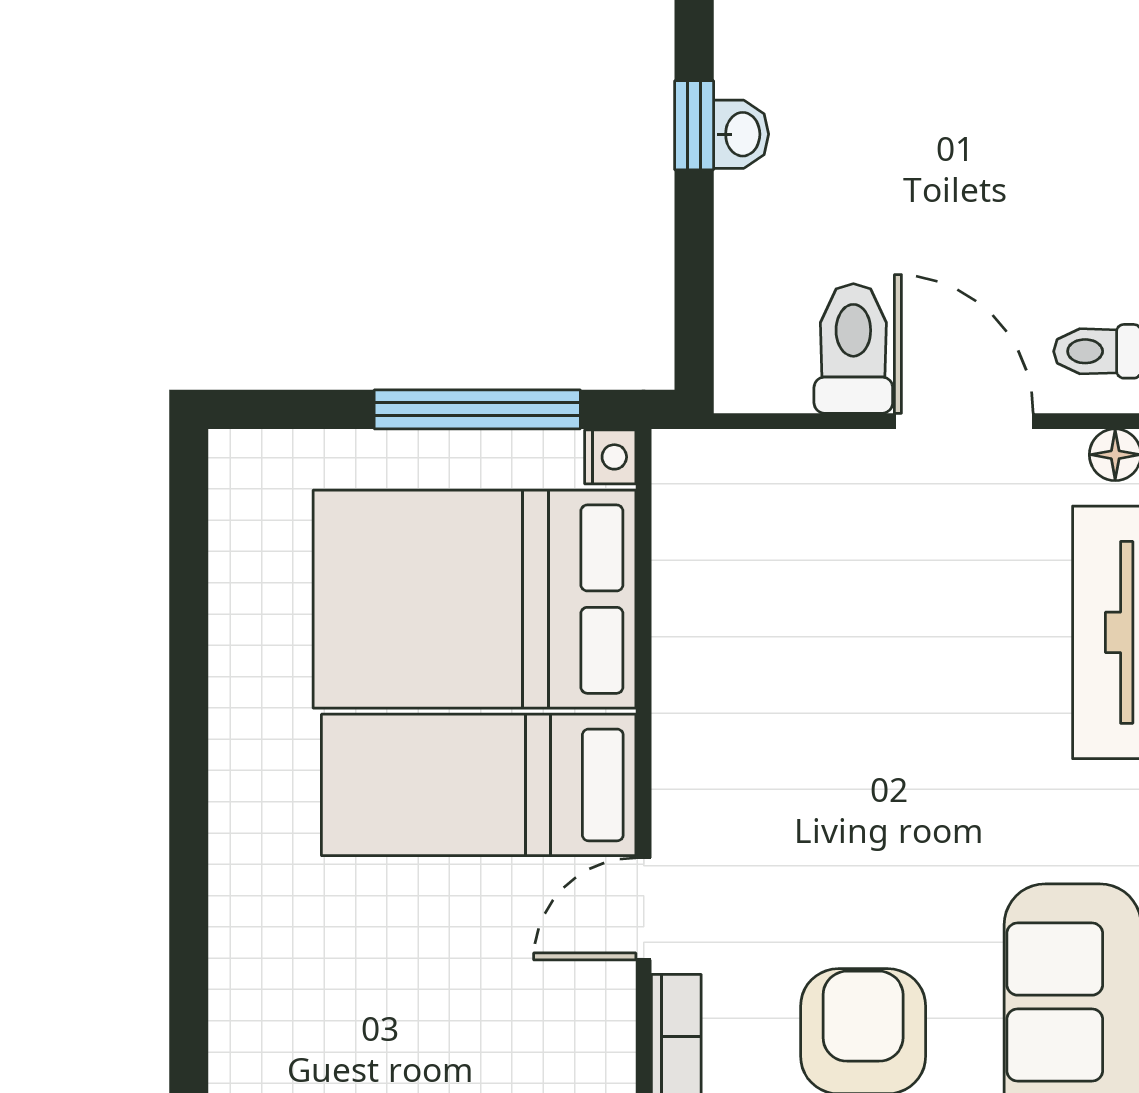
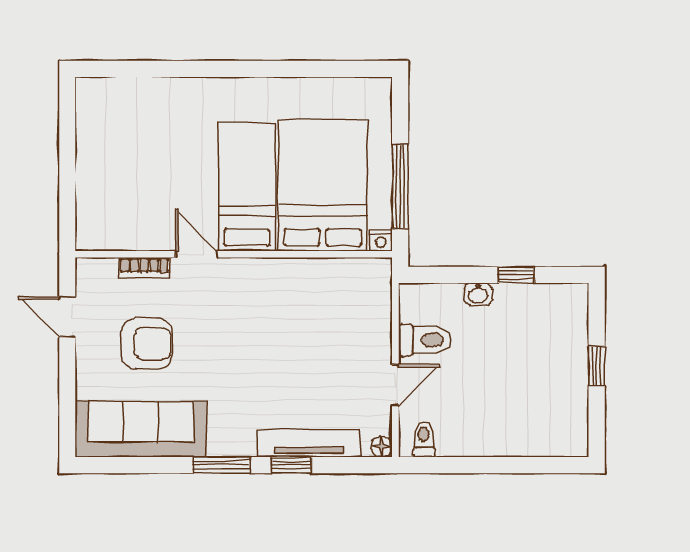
washbasin: (741, 134) -> (478, 294), moved
door: (964, 421) -> (395, 385), width x0.73

